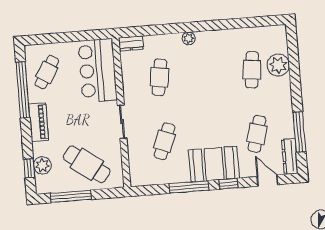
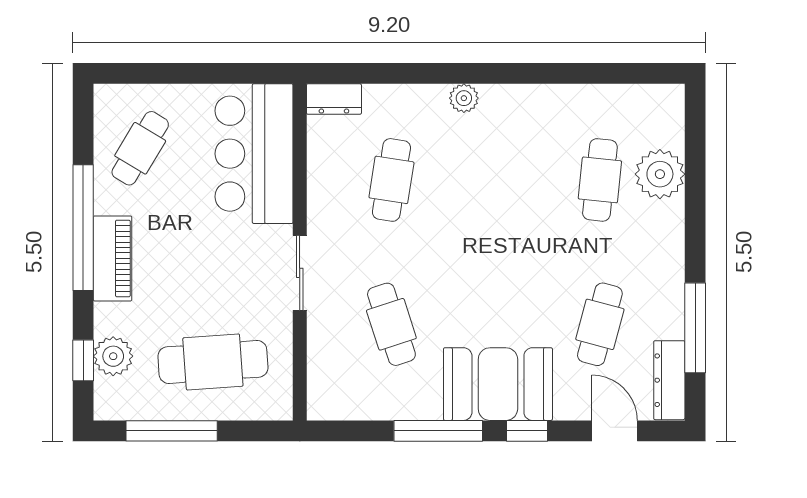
window: (23, 90) -> (83, 228), moved
cafe table: (165, 141) -> (391, 324), turned -39
cafe table: (87, 164) -> (213, 362), turned -41

